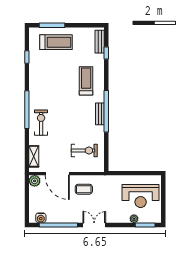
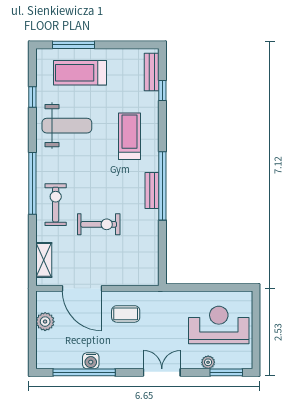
treadmill: (56, 42) -> (80, 73), turned 180
weight bench: (48, 74) -> (67, 126), added
exercise bike: (84, 151) -> (99, 224), moved
plant: (35, 181) -> (45, 322), moved
reception desk: (141, 196) -> (219, 325), turned 180
water cooler: (41, 218) -> (91, 361), moved
double door: (94, 225) -> (162, 372), moved

